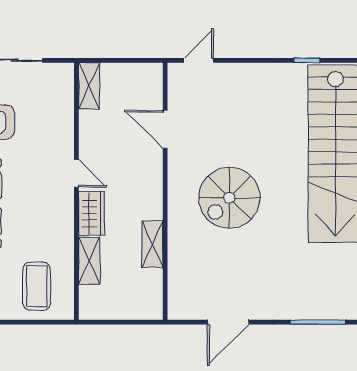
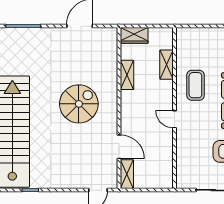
shelving: (89, 86) -> (127, 174), moved
wardrobe: (91, 213) -> (134, 35), moved, turned -90
coffee table: (37, 286) -> (195, 85), moved

